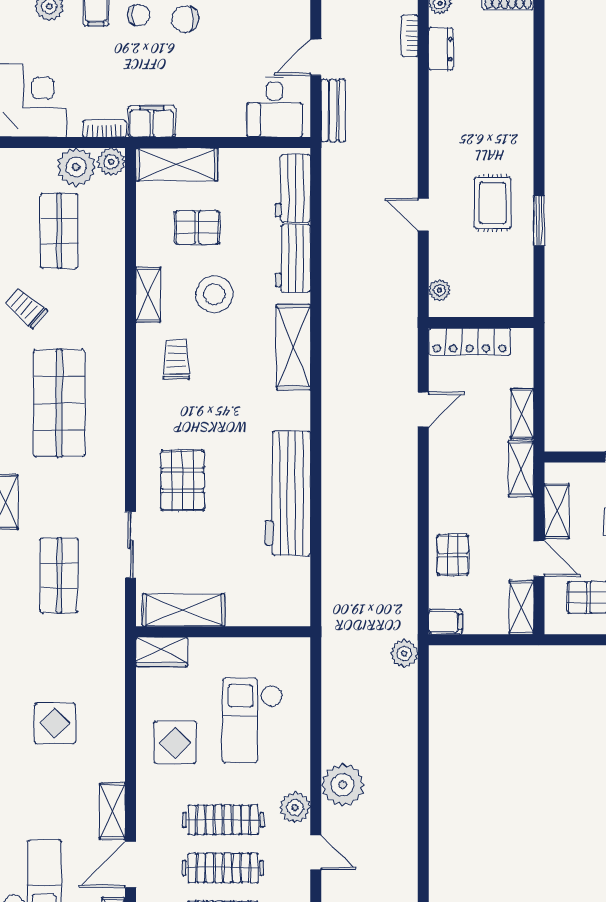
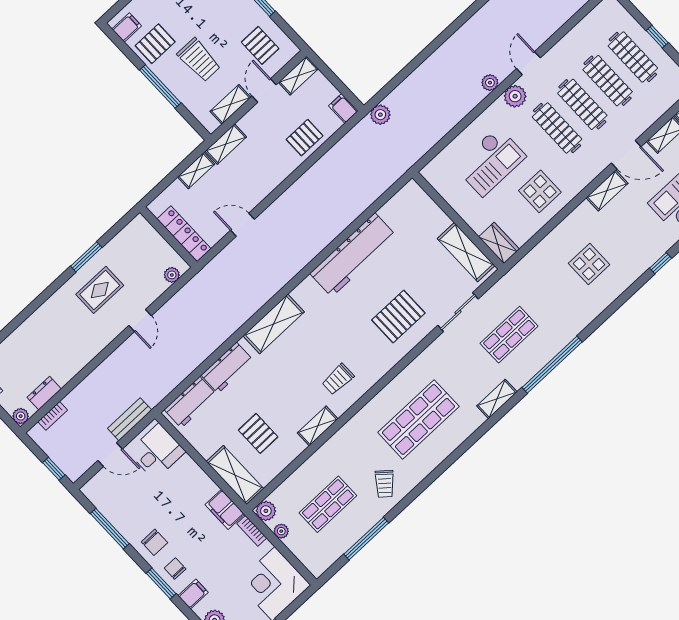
plant: (76, 167) -> (281, 531), width x0.53, depth x0.53
stool: (214, 294) -> (285, 391), removed
plant: (343, 785) -> (490, 83), width x0.53, depth x0.53

